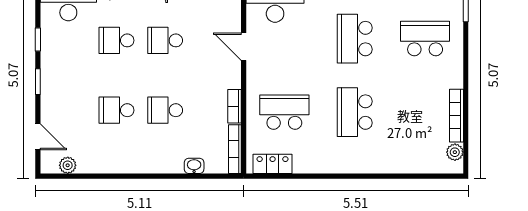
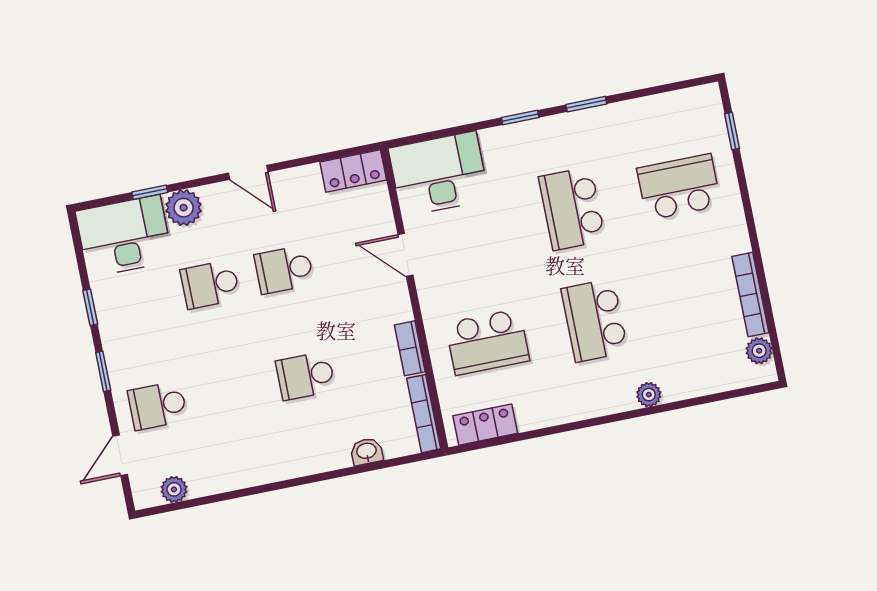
school desk: (116, 110) -> (158, 406), moved
school desk: (284, 112) -> (487, 342), turned 180
door: (38, 137) -> (120, 455), swing flipped
plant: (380, 166) -> (649, 395), added

